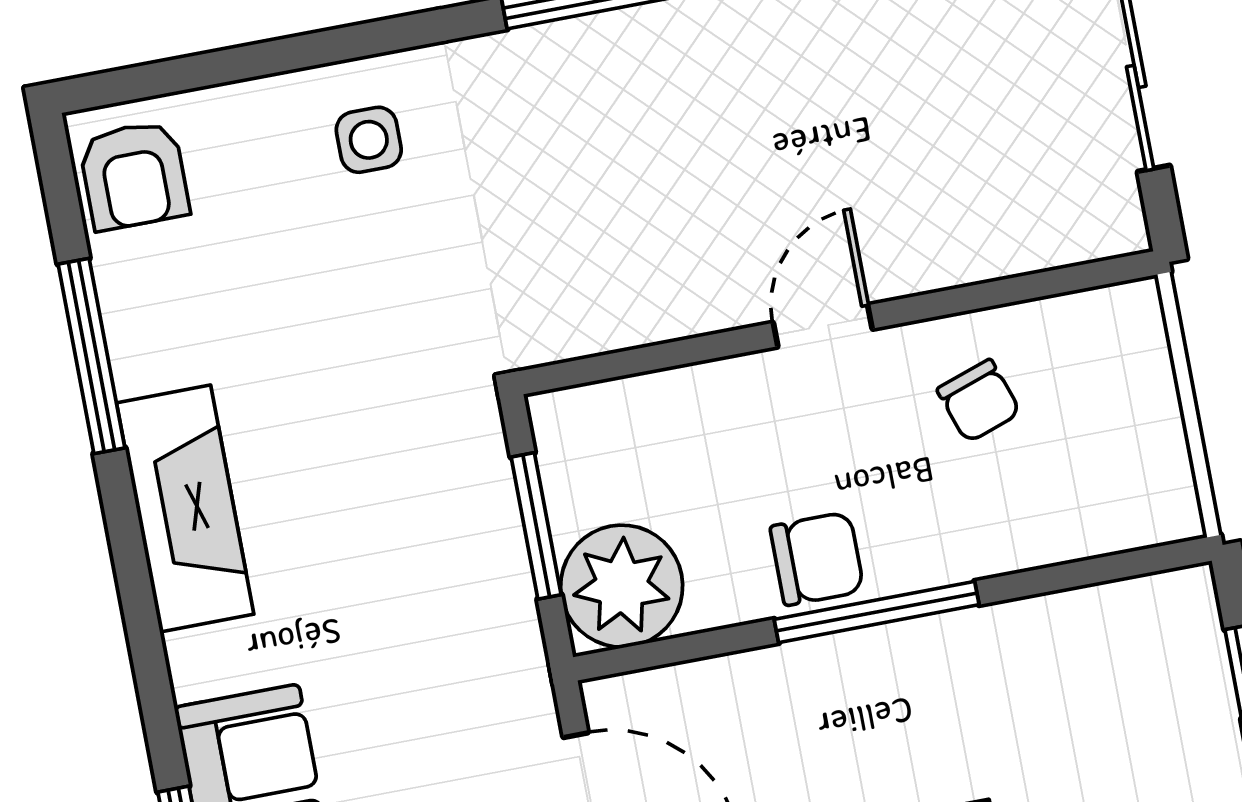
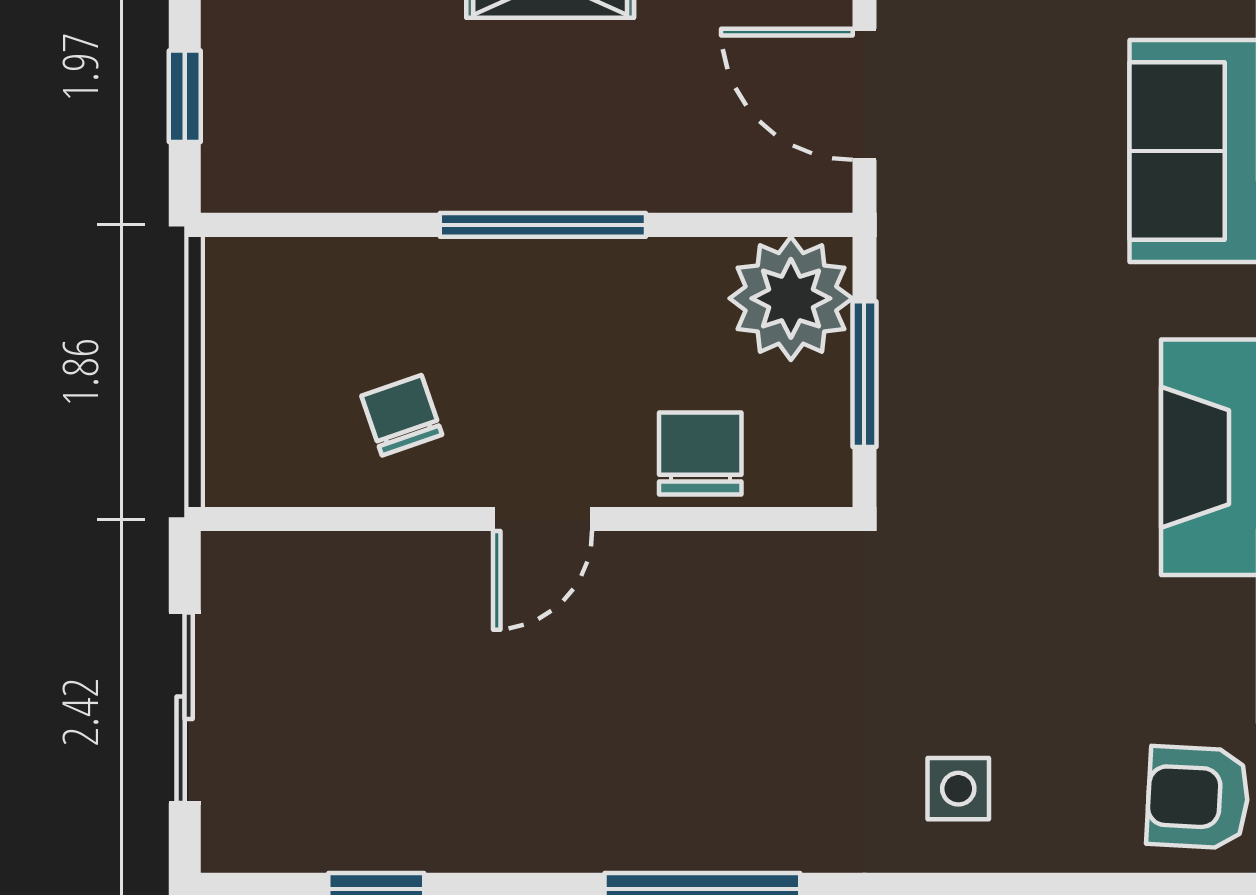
armchair: (134, 175) -> (1198, 797), turned -87
chair: (817, 559) -> (700, 454), moved, turned 90

